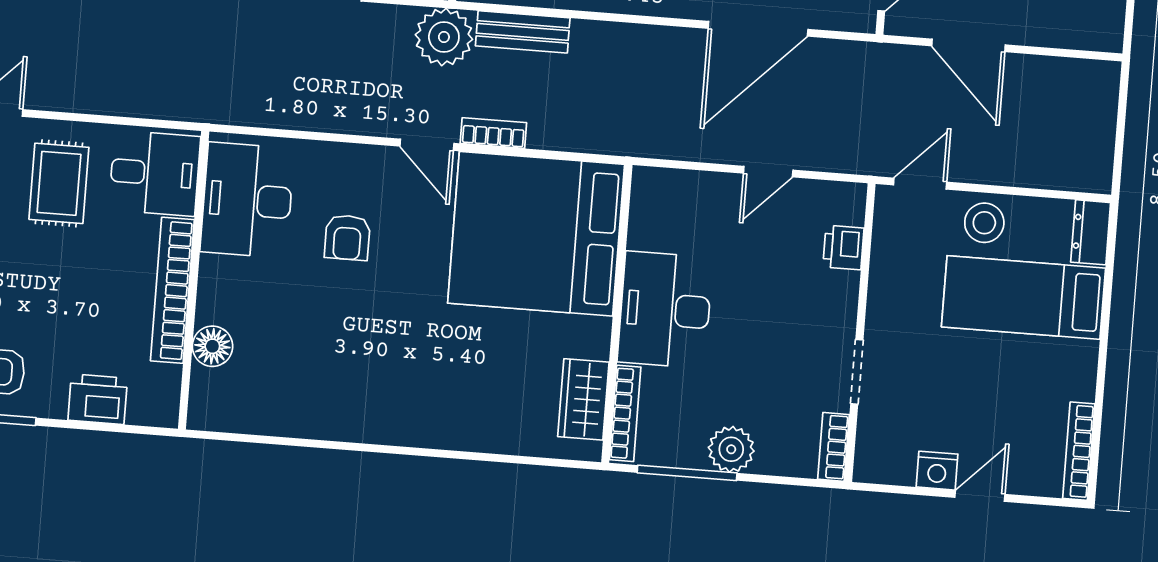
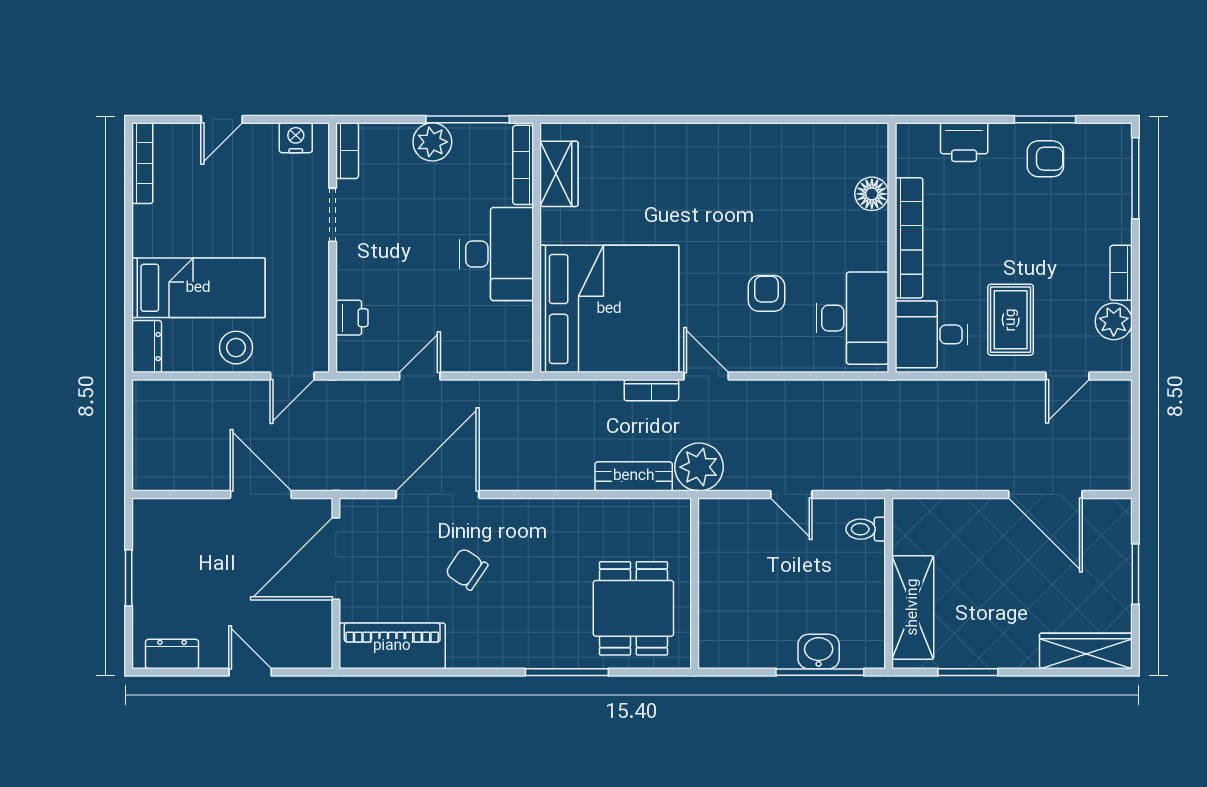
nightstand: (937, 471) -> (296, 138), moved

